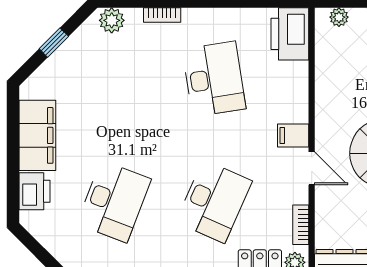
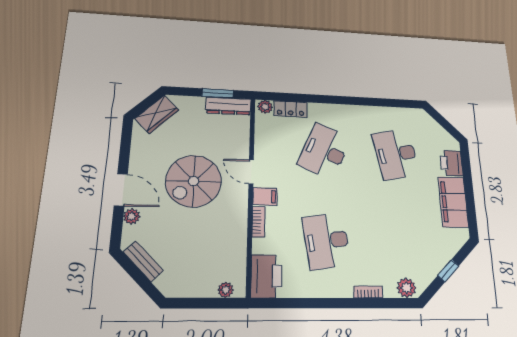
desk: (114, 201) -> (396, 154), turned -33
bookcase: (301, 225) -> (259, 222), moved

